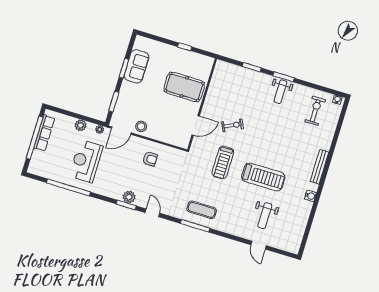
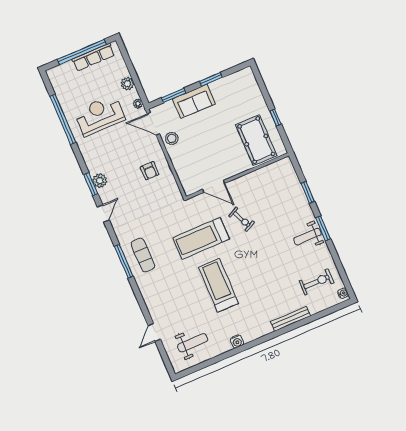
sofa: (137, 66) -> (194, 101), moved
pool table: (184, 87) -> (256, 140), moved
treadmill: (223, 162) -> (201, 238), width x1.37, depth x1.38
bench: (319, 167) -> (290, 319), moved
treadmill: (263, 177) -> (218, 285), turned 180
weight bench: (265, 216) -> (193, 343), moved, turned 180

